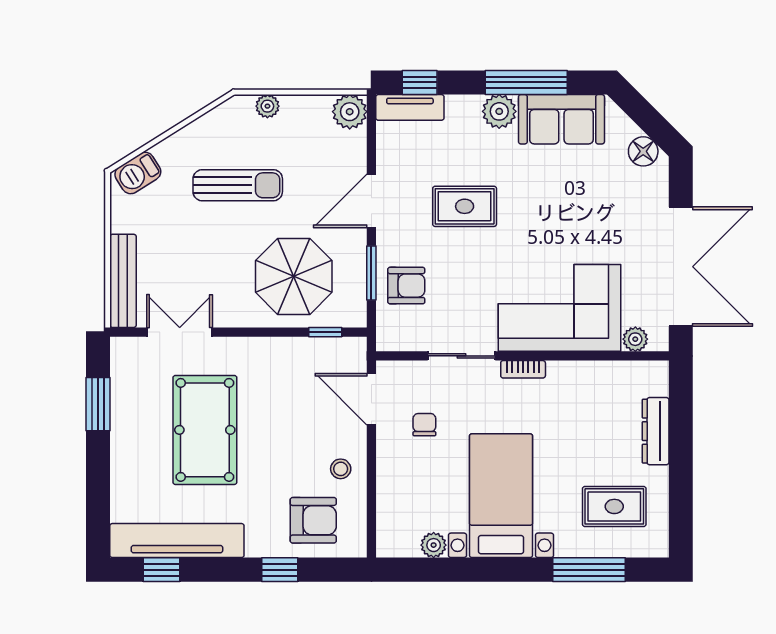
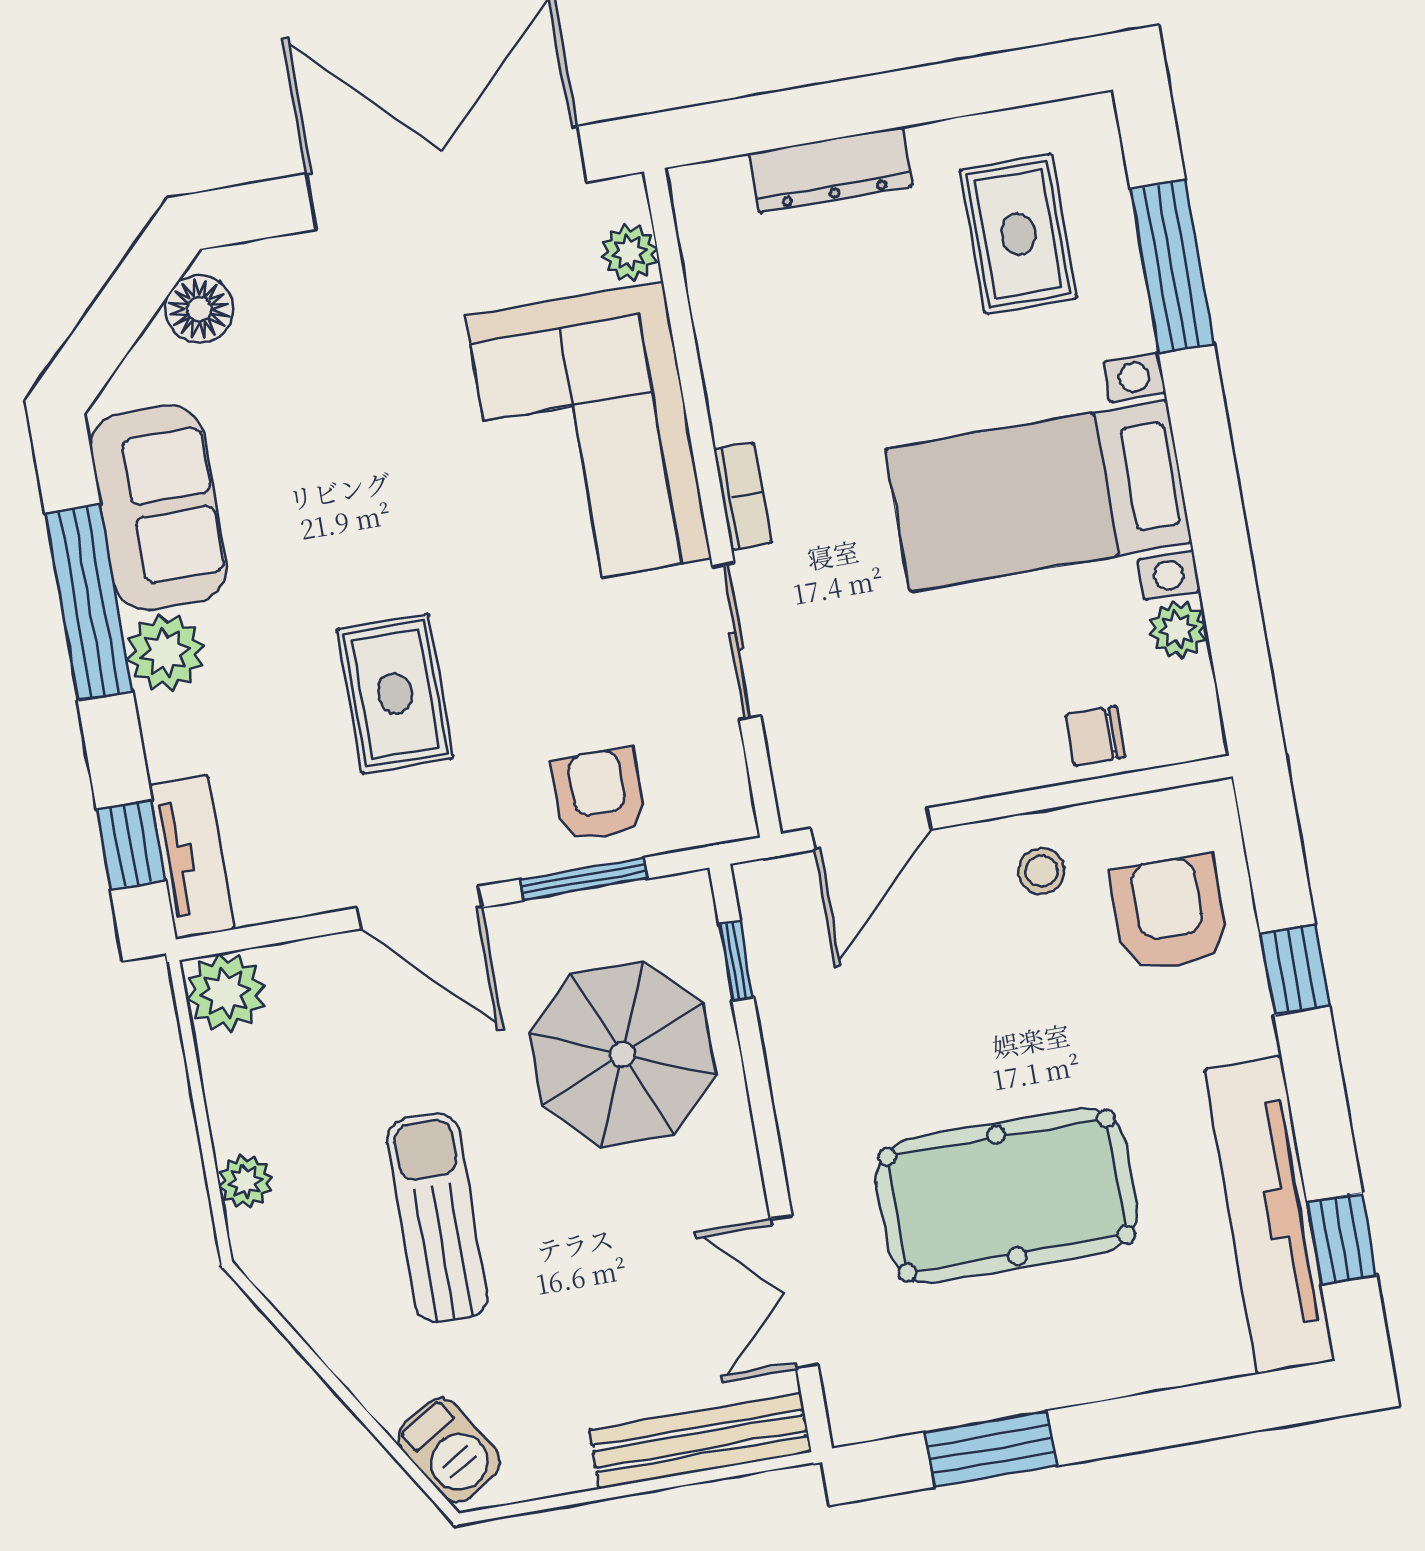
chair: (424, 425) -> (1096, 736), moved

